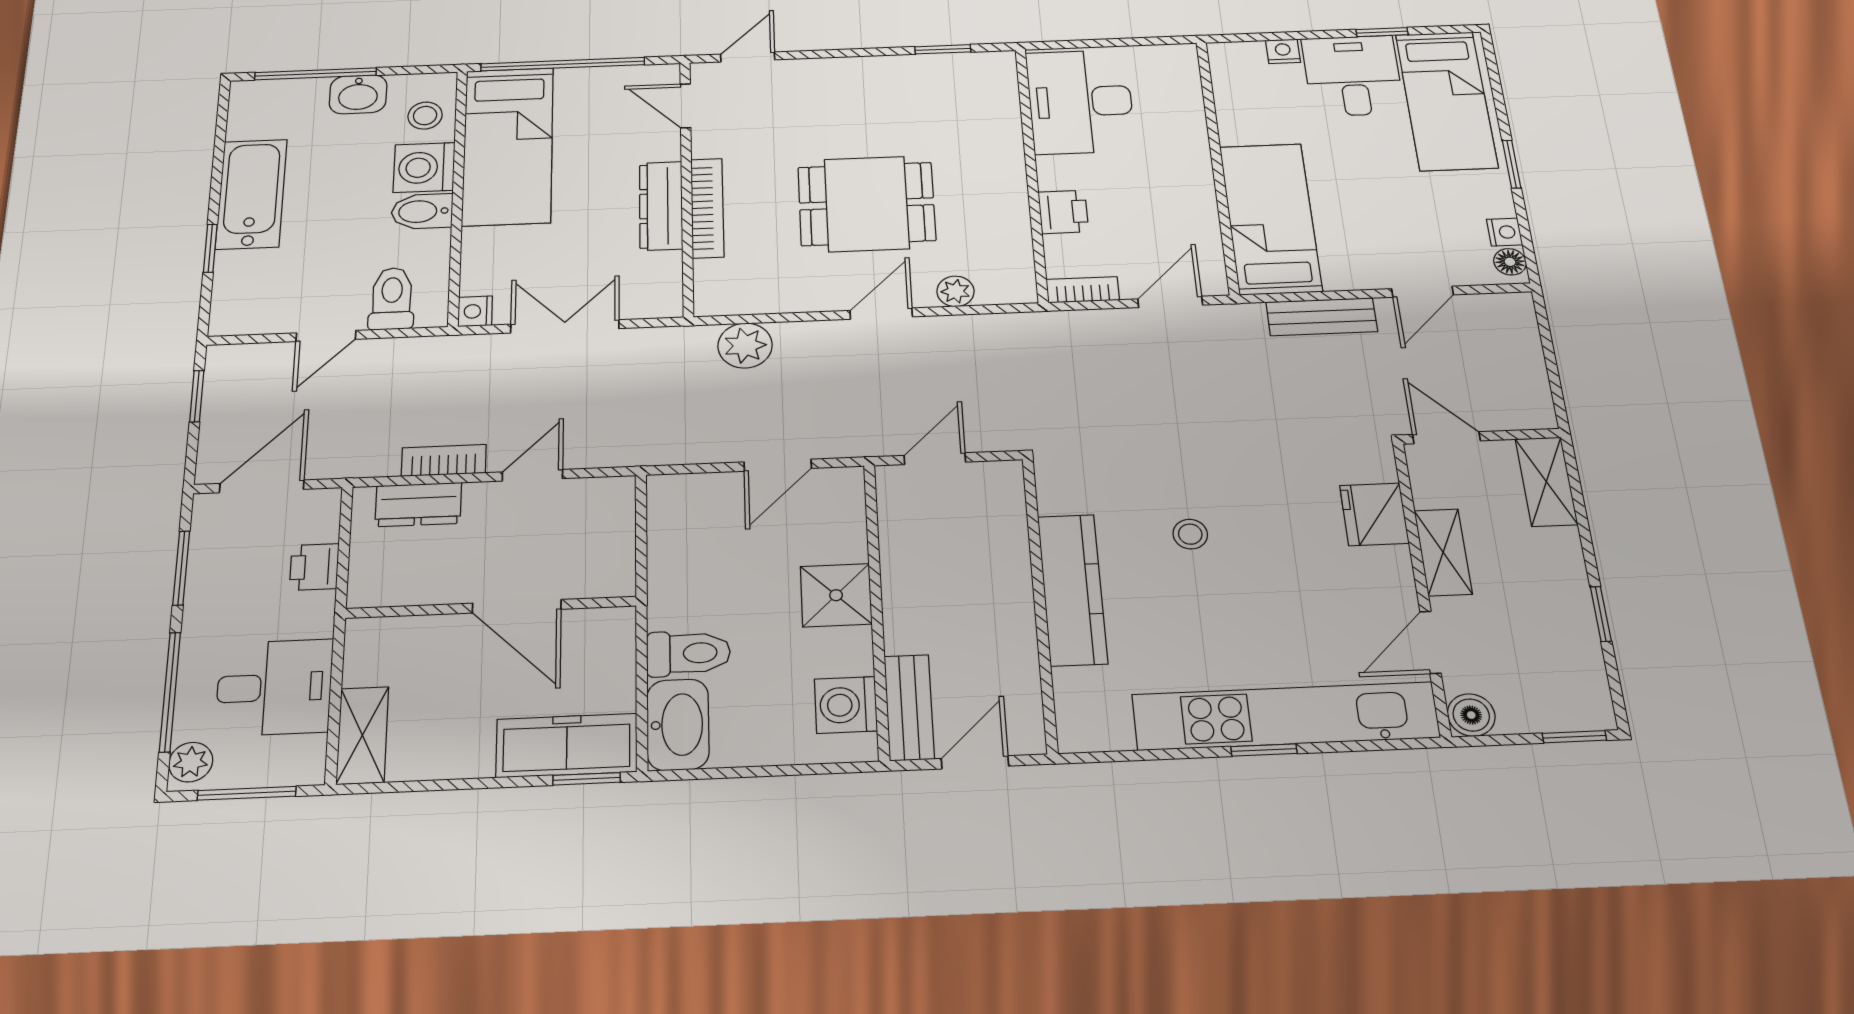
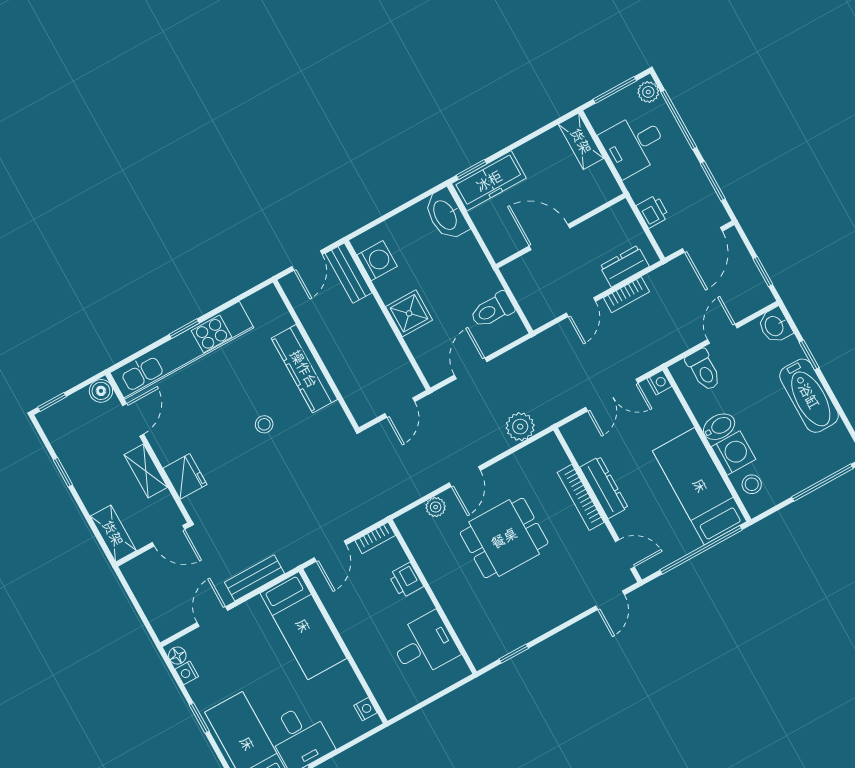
nightstand: (1283, 51) -> (365, 709), moved, turned -90
washbasin: (358, 94) -> (775, 326), moved, turned -90
desk: (1080, 102) -> (424, 645), width x0.73
toilet: (689, 653) -> (492, 310), moved

